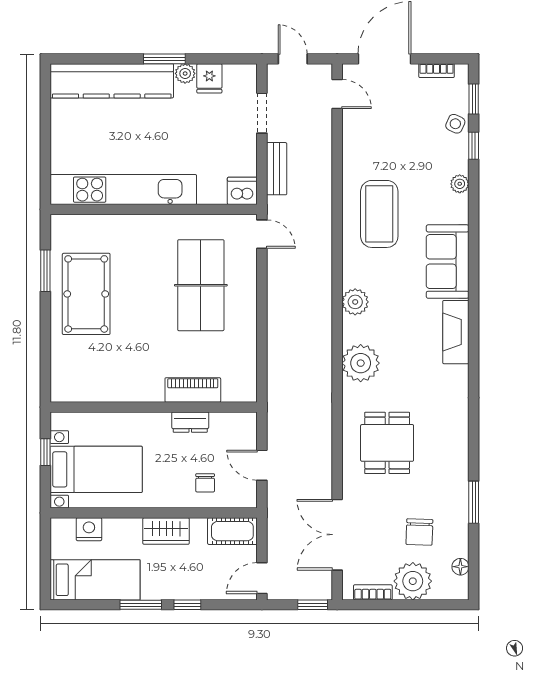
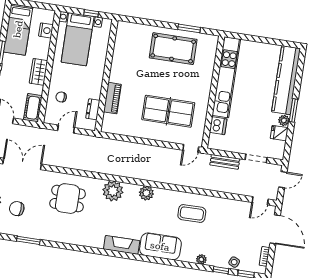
dishwasher: (242, 191) -> (218, 126), moved
coffee table: (379, 214) -> (192, 213), width x0.73, depth x0.76
dresser: (190, 422) -> (93, 109), moved

